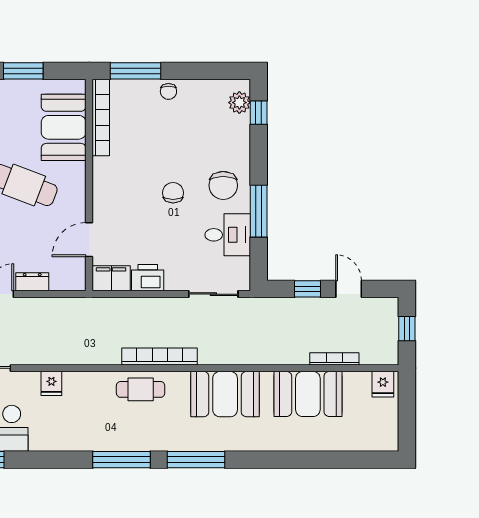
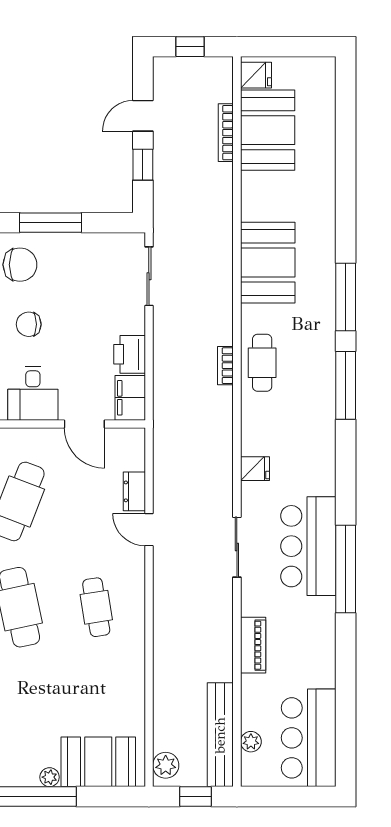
desk: (228, 235) -> (33, 393), moved, turned 180
bookcase: (160, 356) -> (225, 366), width x0.43, depth x0.76
booth: (308, 394) -> (268, 130), moved

